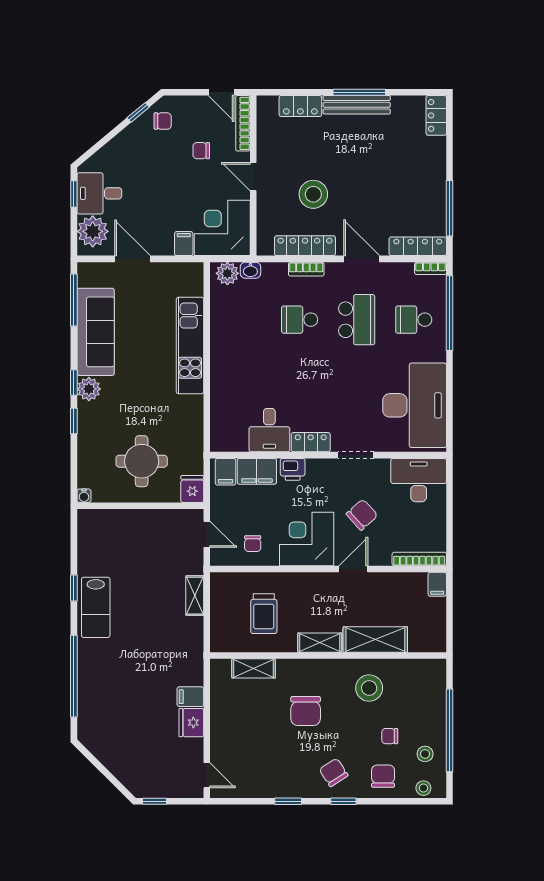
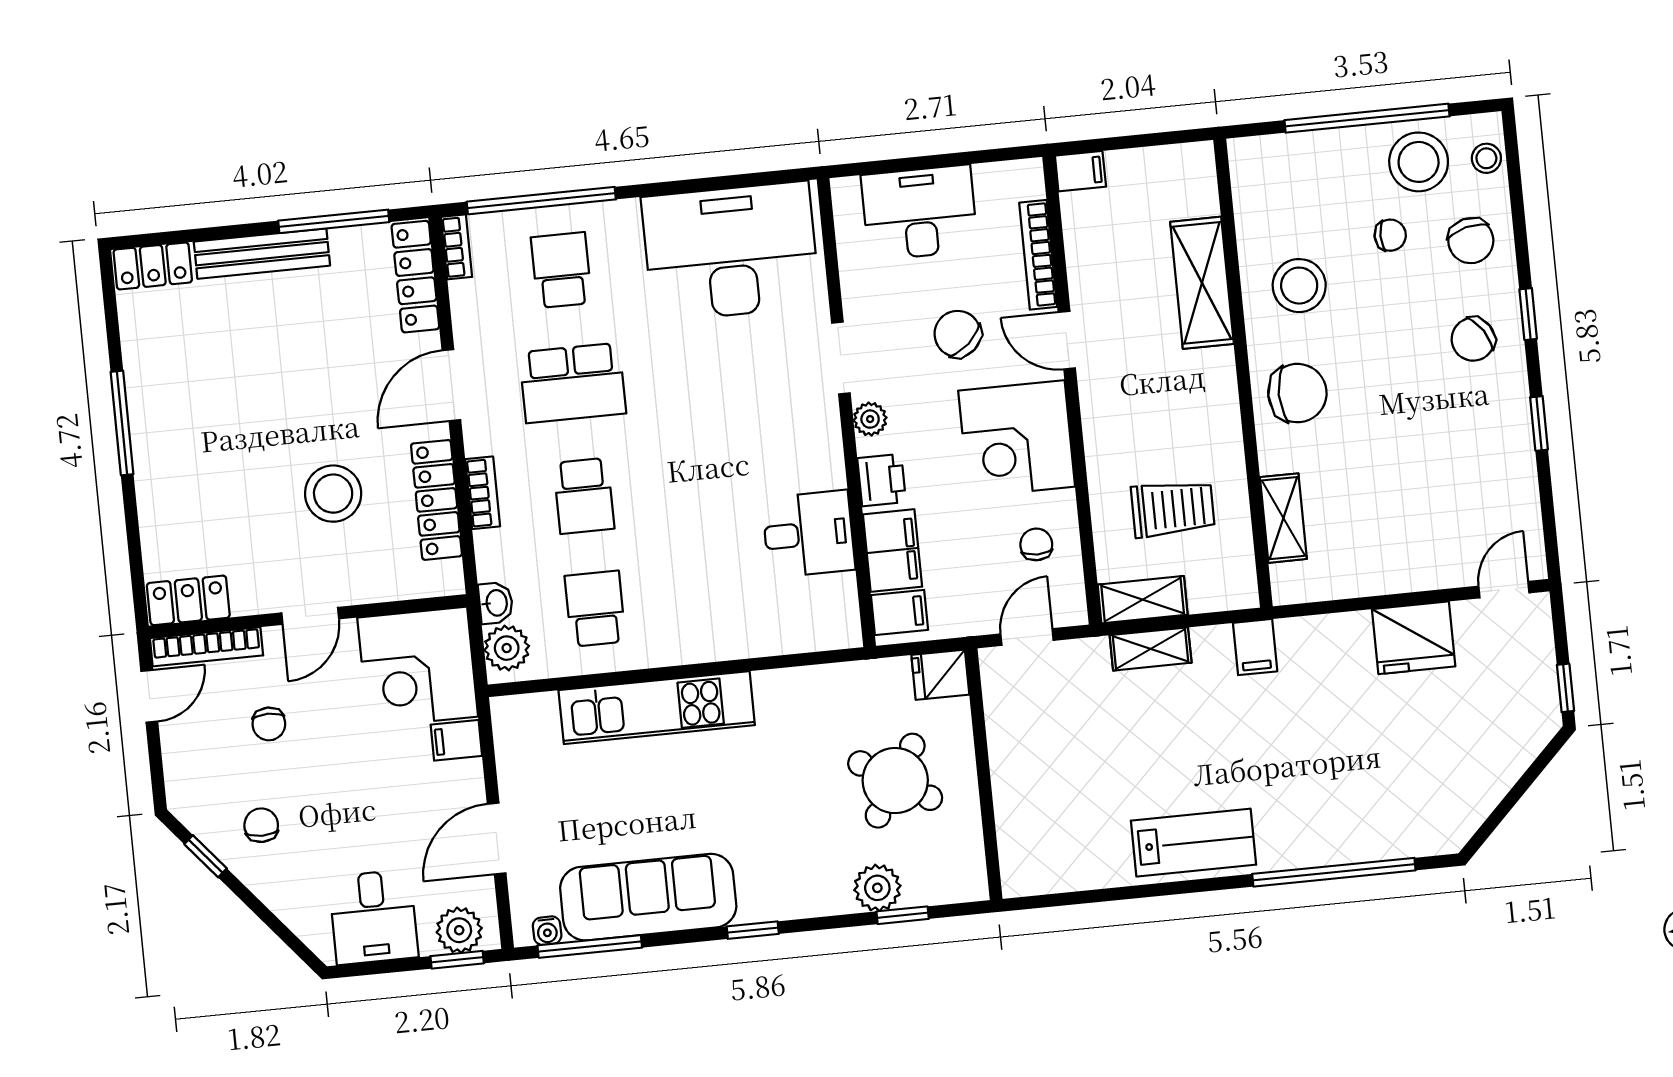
bench: (357, 105) -> (262, 254), moved, turned 90
locker: (300, 106) -> (188, 600), moved, turned -90
chair: (163, 121) -> (261, 825), moved
window: (74, 194) -> (457, 960), moved
plant: (93, 231) -> (459, 930), width x0.73, depth x0.73
school desk: (243, 320) -> (595, 609), added
school desk: (357, 320) -> (573, 383), turned 180
school desk: (414, 320) -> (561, 270), turned 180
plant: (89, 389) -> (877, 888), moved
window: (74, 421) -> (903, 915), moved
locker: (311, 442) -> (824, 450), removed
round table: (142, 461) -> (895, 781), turned 32
plant: (324, 467) -> (870, 419), added
desk: (419, 480) -> (920, 213), moved, turned 90
water cooler: (84, 496) -> (547, 931), moved, turned 90
chair: (253, 544) -> (1036, 544), turned -90
bookcase: (419, 559) -> (1038, 255), moved
window: (74, 588) -> (1160, 890), removed
shelving: (320, 643) -> (1143, 600), moved, turned 90
filing cabinet: (190, 697) -> (1255, 647), moved
chair: (306, 711) -> (1297, 393), moved
fridge: (191, 723) -> (1414, 638), width x1.36, depth x1.34
chair: (390, 736) -> (1390, 235), turned -90
stool: (425, 754) -> (1419, 162), width x1.89, depth x1.89
chair: (383, 776) -> (1471, 241), turned -104

